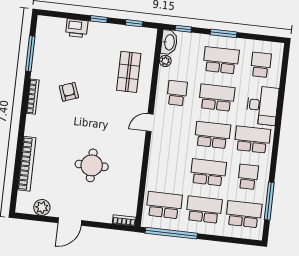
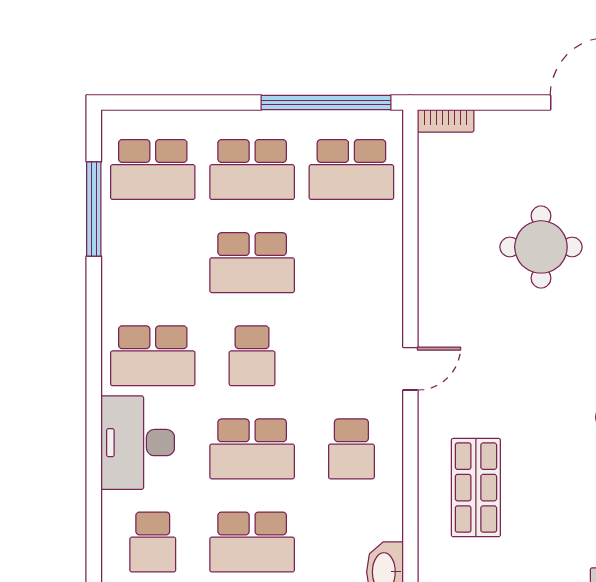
plant: (165, 61) -> (389, 525), removed
school desk: (212, 135) -> (252, 356), width x0.54
school desk: (248, 177) -> (153, 263), removed

